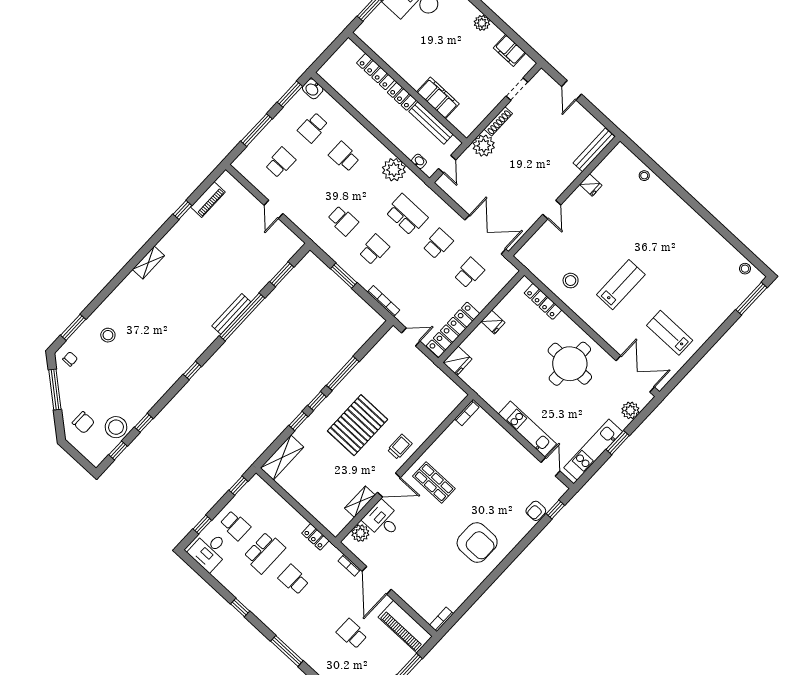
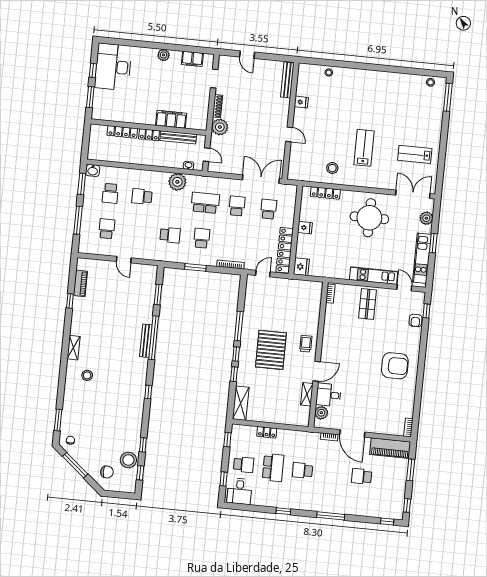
stool: (108, 335) -> (87, 375), moved
shop shelf: (434, 482) -> (367, 304), moved, turned 90
locker: (315, 537) -> (267, 432), moved

